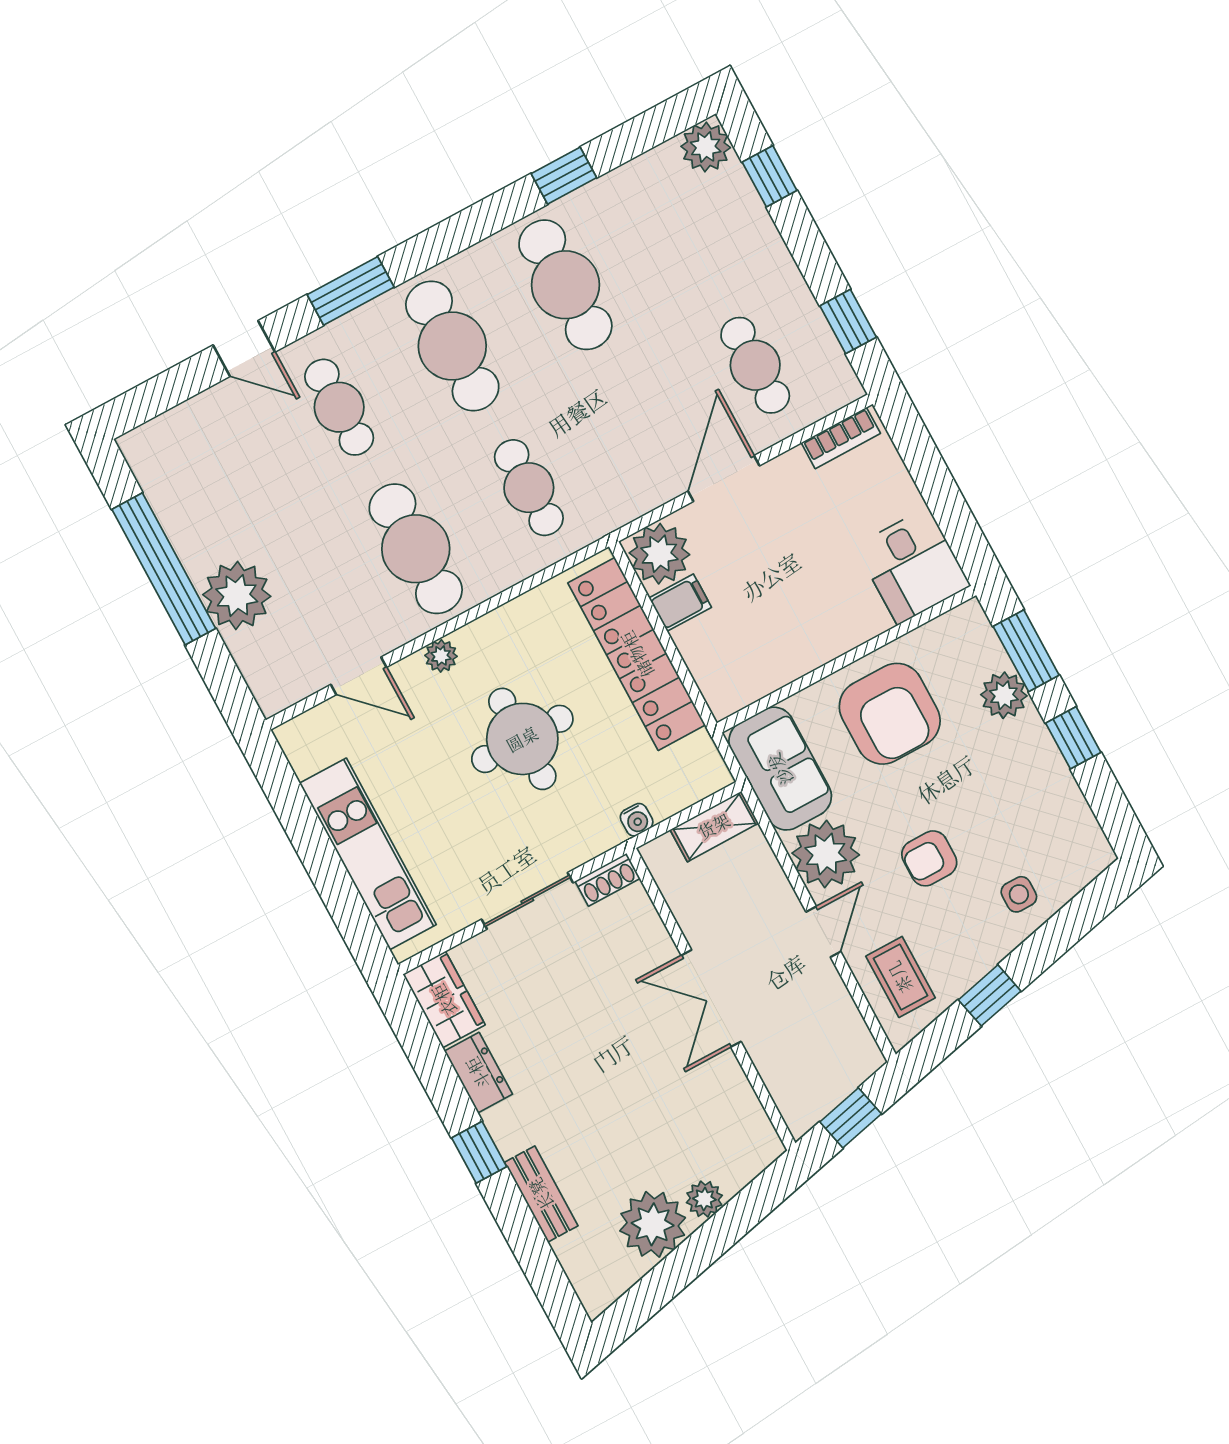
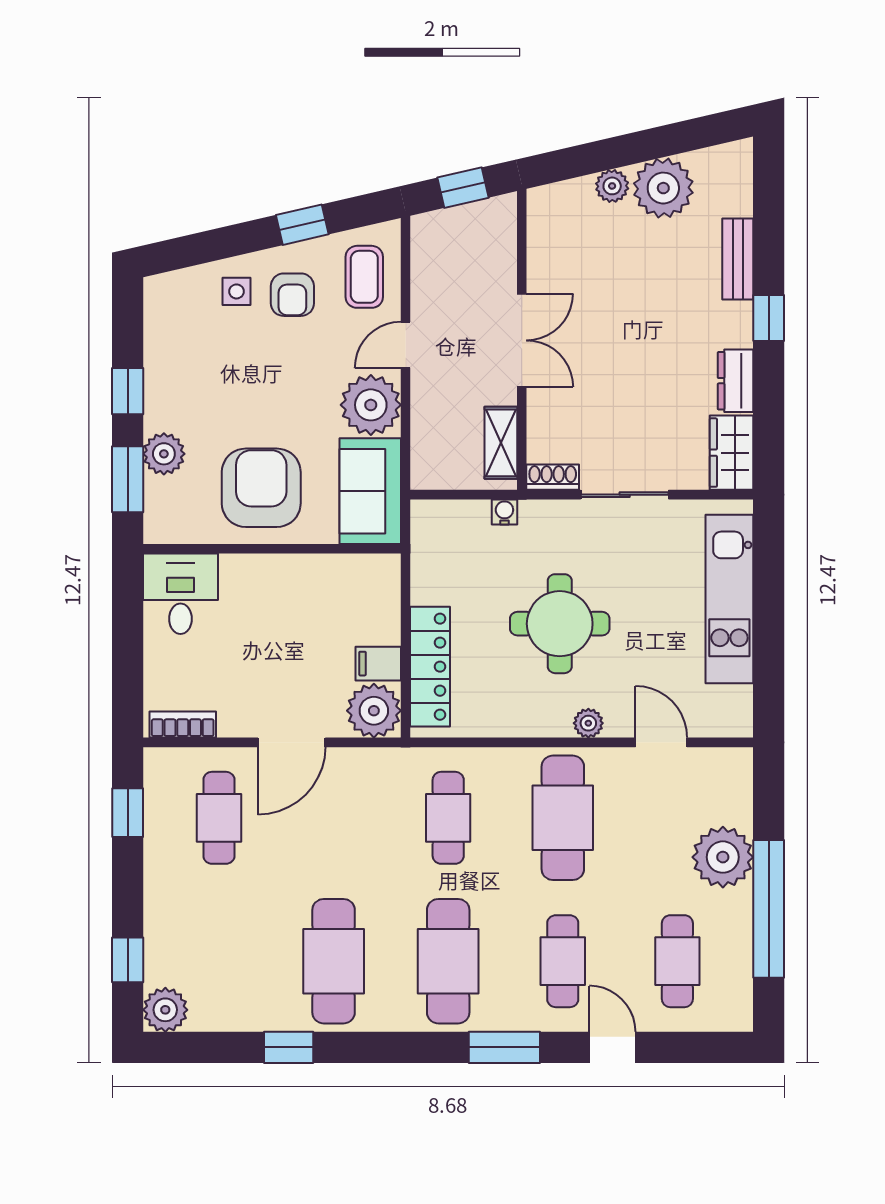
cafe table: (226, 468) -> (677, 961), added
locker: (637, 654) -> (430, 667), width x0.71, depth x0.83
shelving: (714, 826) -> (501, 443), moved, turned 90
armchair: (929, 858) -> (292, 295), moved, turned 90

